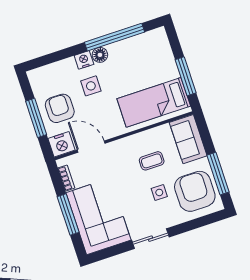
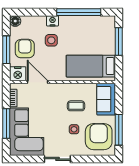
floor lamp: (100, 55) -> (15, 21), moved
window: (186, 76) -> (119, 41), moved

